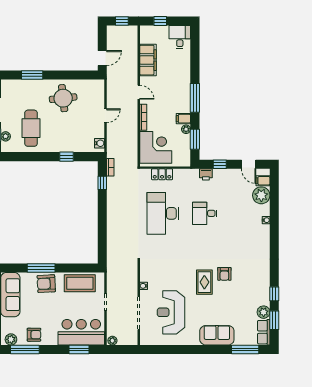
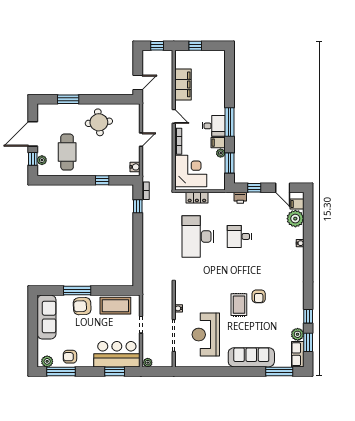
desk: (180, 37) -> (214, 126), moved, turned 90
armchair: (34, 335) -> (70, 357), turned 180
sofa: (217, 335) -> (251, 357), width x1.36

